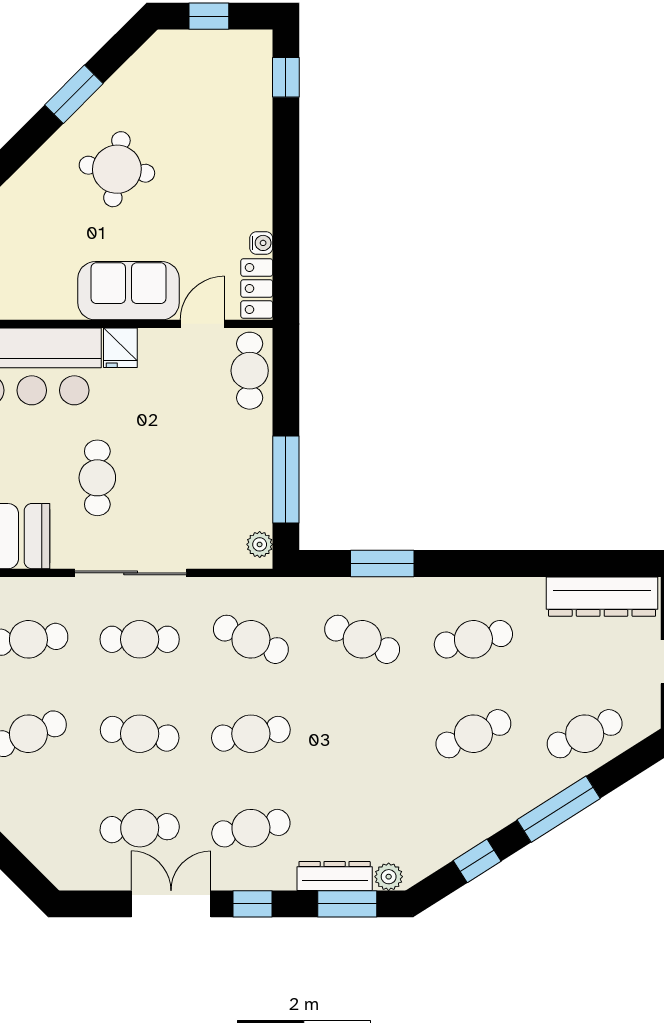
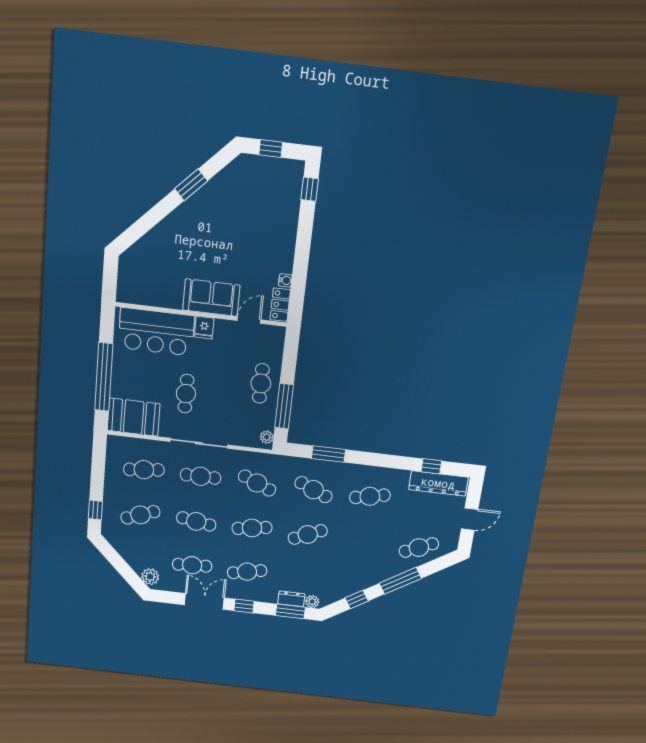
round table: (117, 169) -> (211, 230), removed
cafe table: (250, 371) -> (261, 383), moved
window: (583, 564) -> (431, 466), added
cafe table: (473, 734) -> (308, 534), moved
plant: (58, 863) -> (150, 577), added
dresser: (335, 876) -> (291, 599), width x0.70

